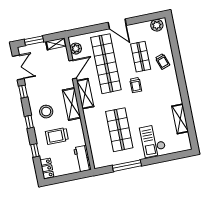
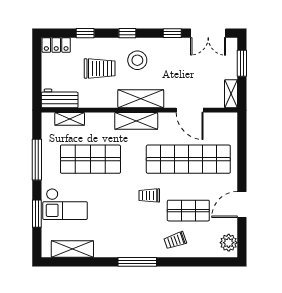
door: (117, 24) -> (242, 205), moved
plant: (76, 49) -> (219, 120), removed
window: (182, 84) -> (137, 262), added
shelving: (85, 94) -> (136, 121), moved
shelving: (180, 119) -> (72, 249), moved
trolley: (57, 136) -> (100, 68), turned 90
checkout: (153, 141) -> (65, 204), turned 180
shelving: (95, 149) -> (70, 119), added
window: (163, 158) -> (37, 214), added

